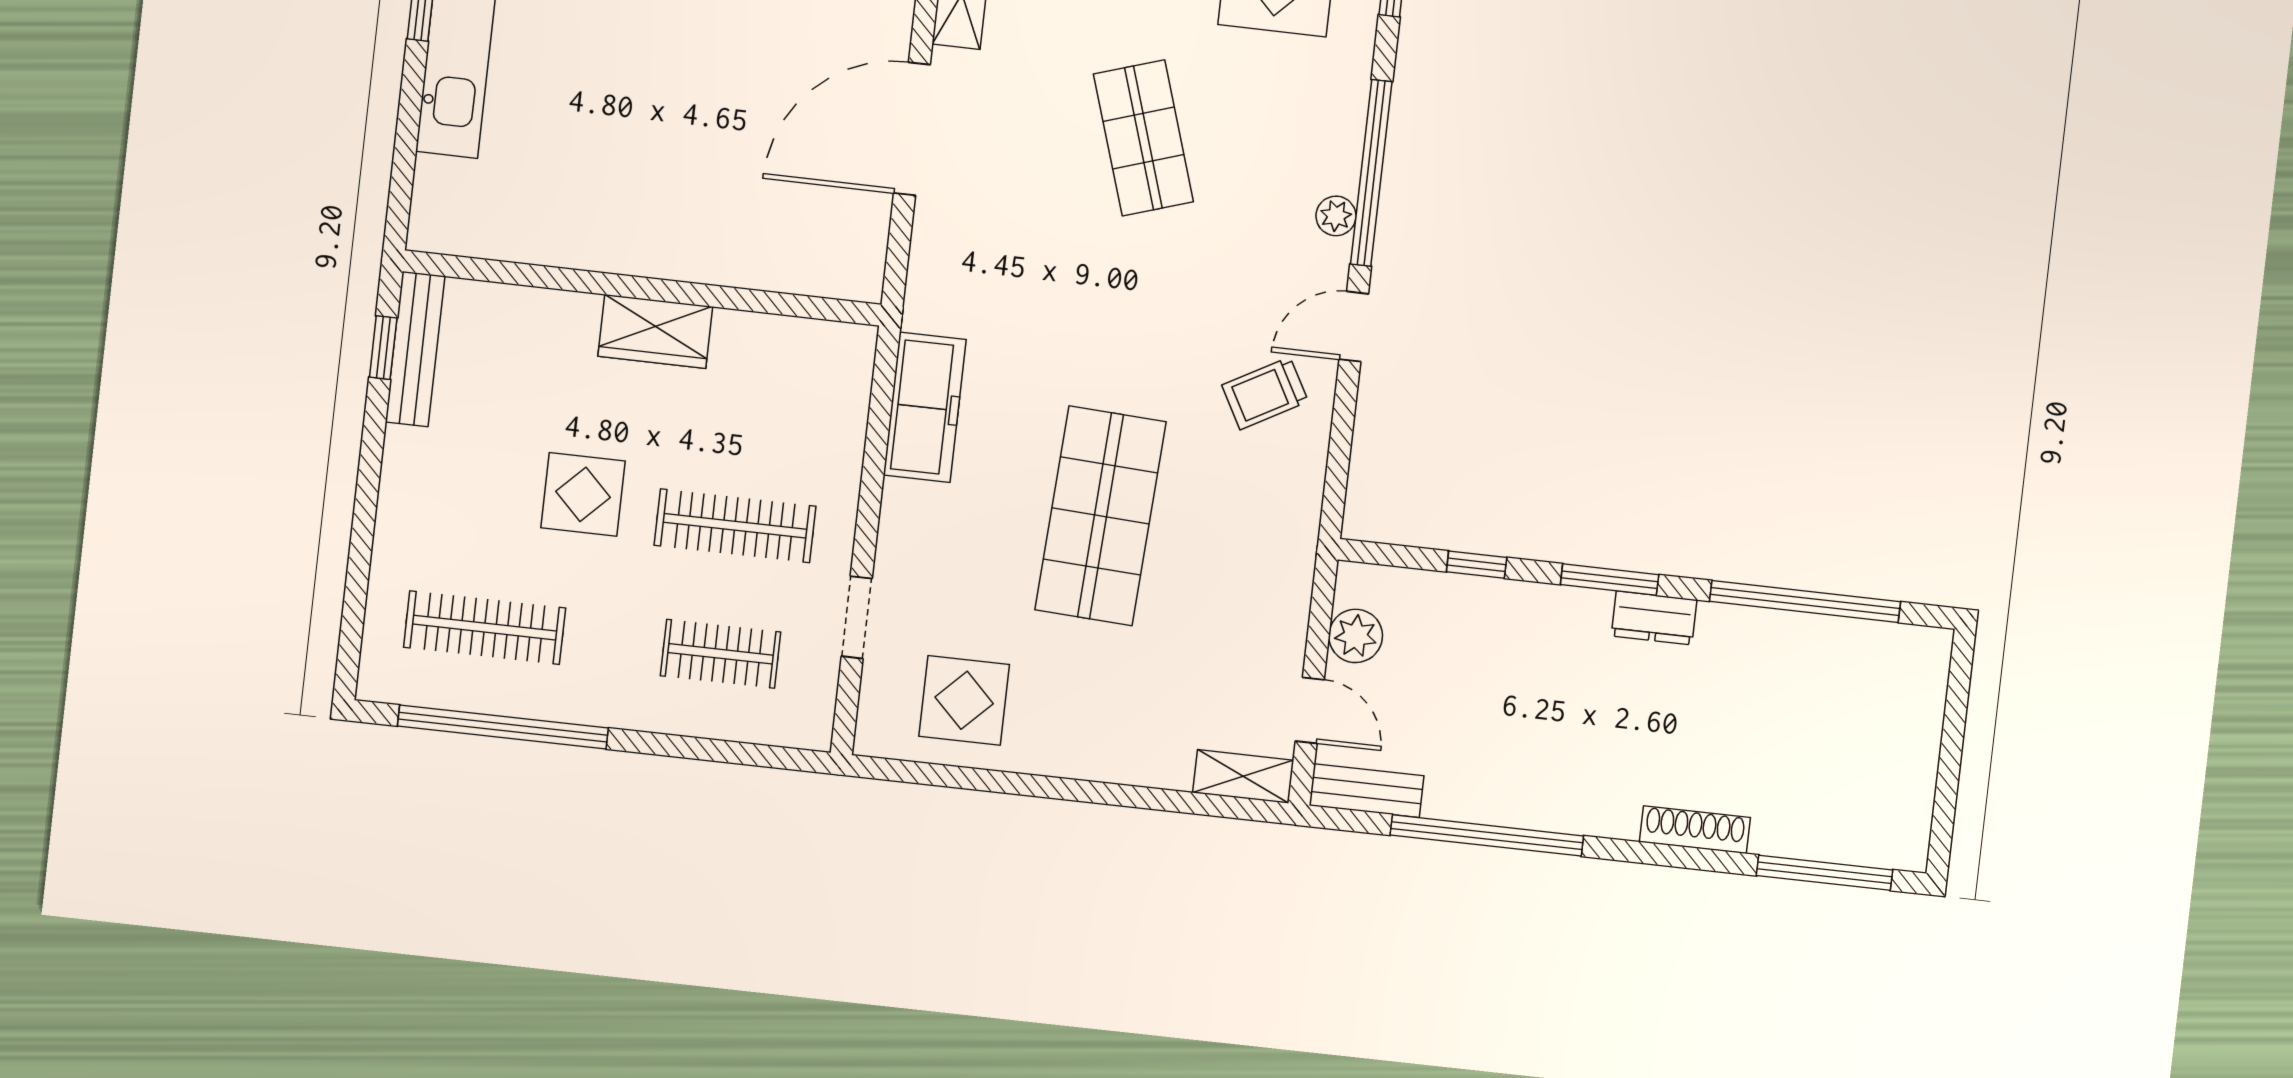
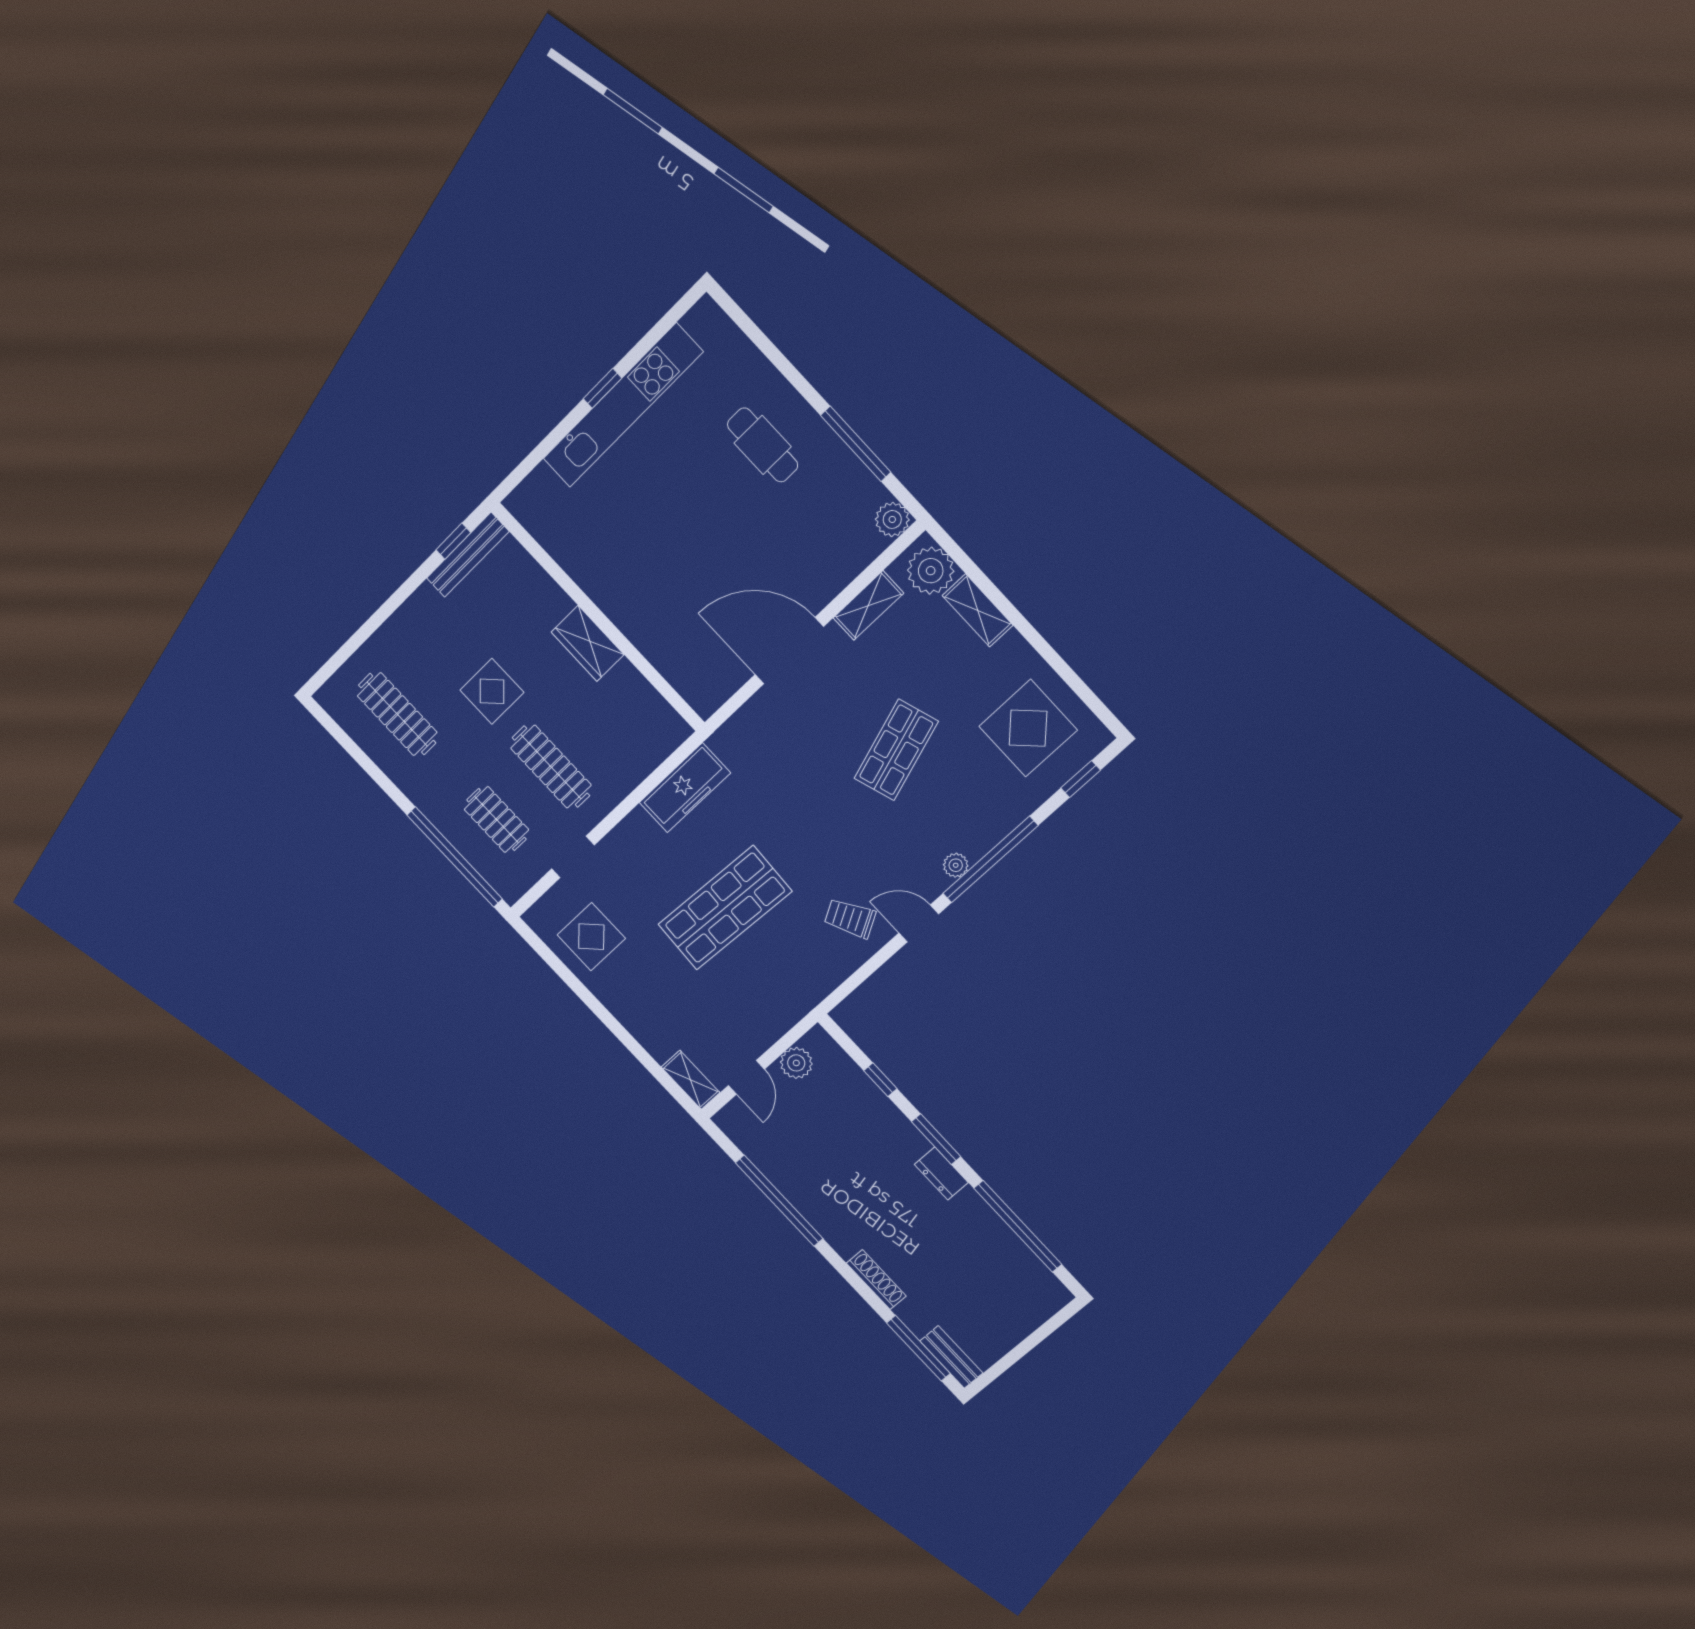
window: (503, 727) -> (455, 857), moved
bench: (1367, 791) -> (951, 1357), moved

